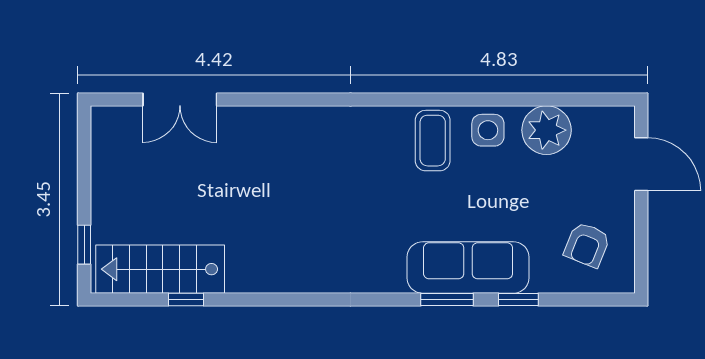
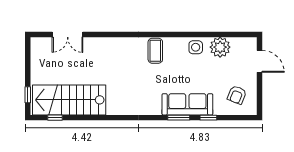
coffee table: (433, 141) -> (155, 51), moved
stairs: (160, 269) -> (69, 100), width x1.36, depth x1.51
window: (186, 300) -> (55, 118), moved

